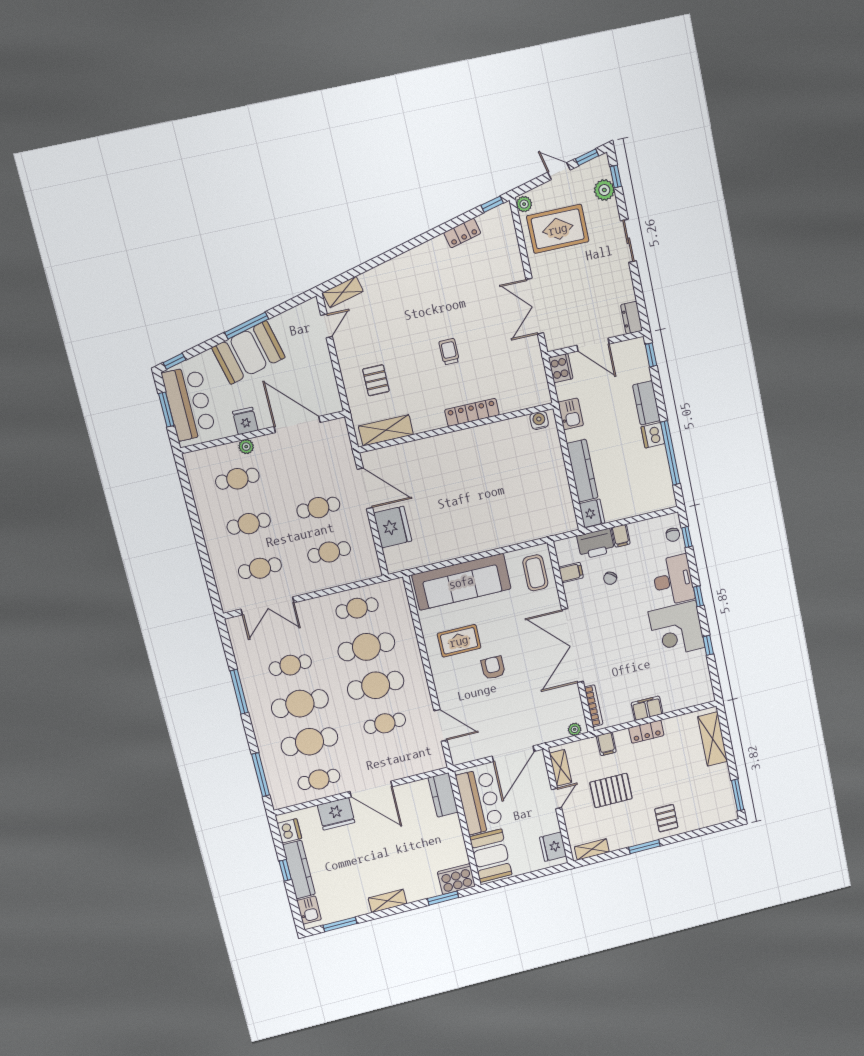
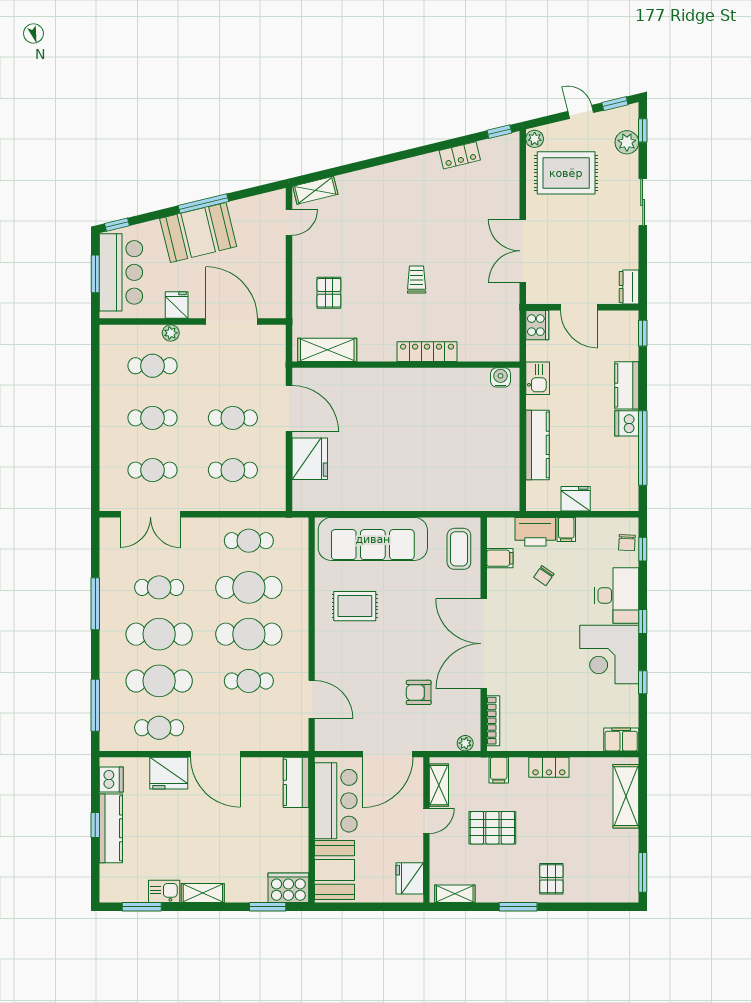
fridge: (592, 513) -> (576, 499), moved, turned -90
armchair: (493, 668) -> (419, 692), moved, turned -90
filing cabinet: (647, 708) -> (621, 739), moved
kitchen sink: (309, 910) -> (164, 891), moved, turned -90

